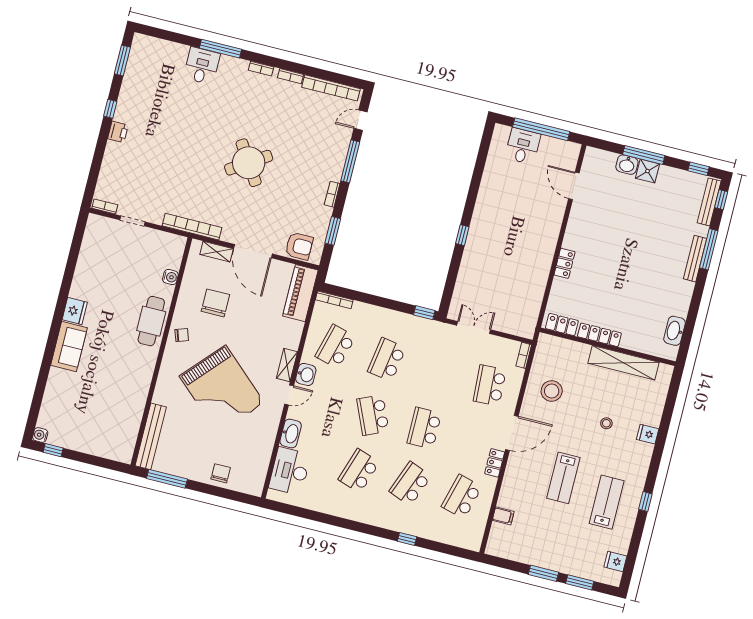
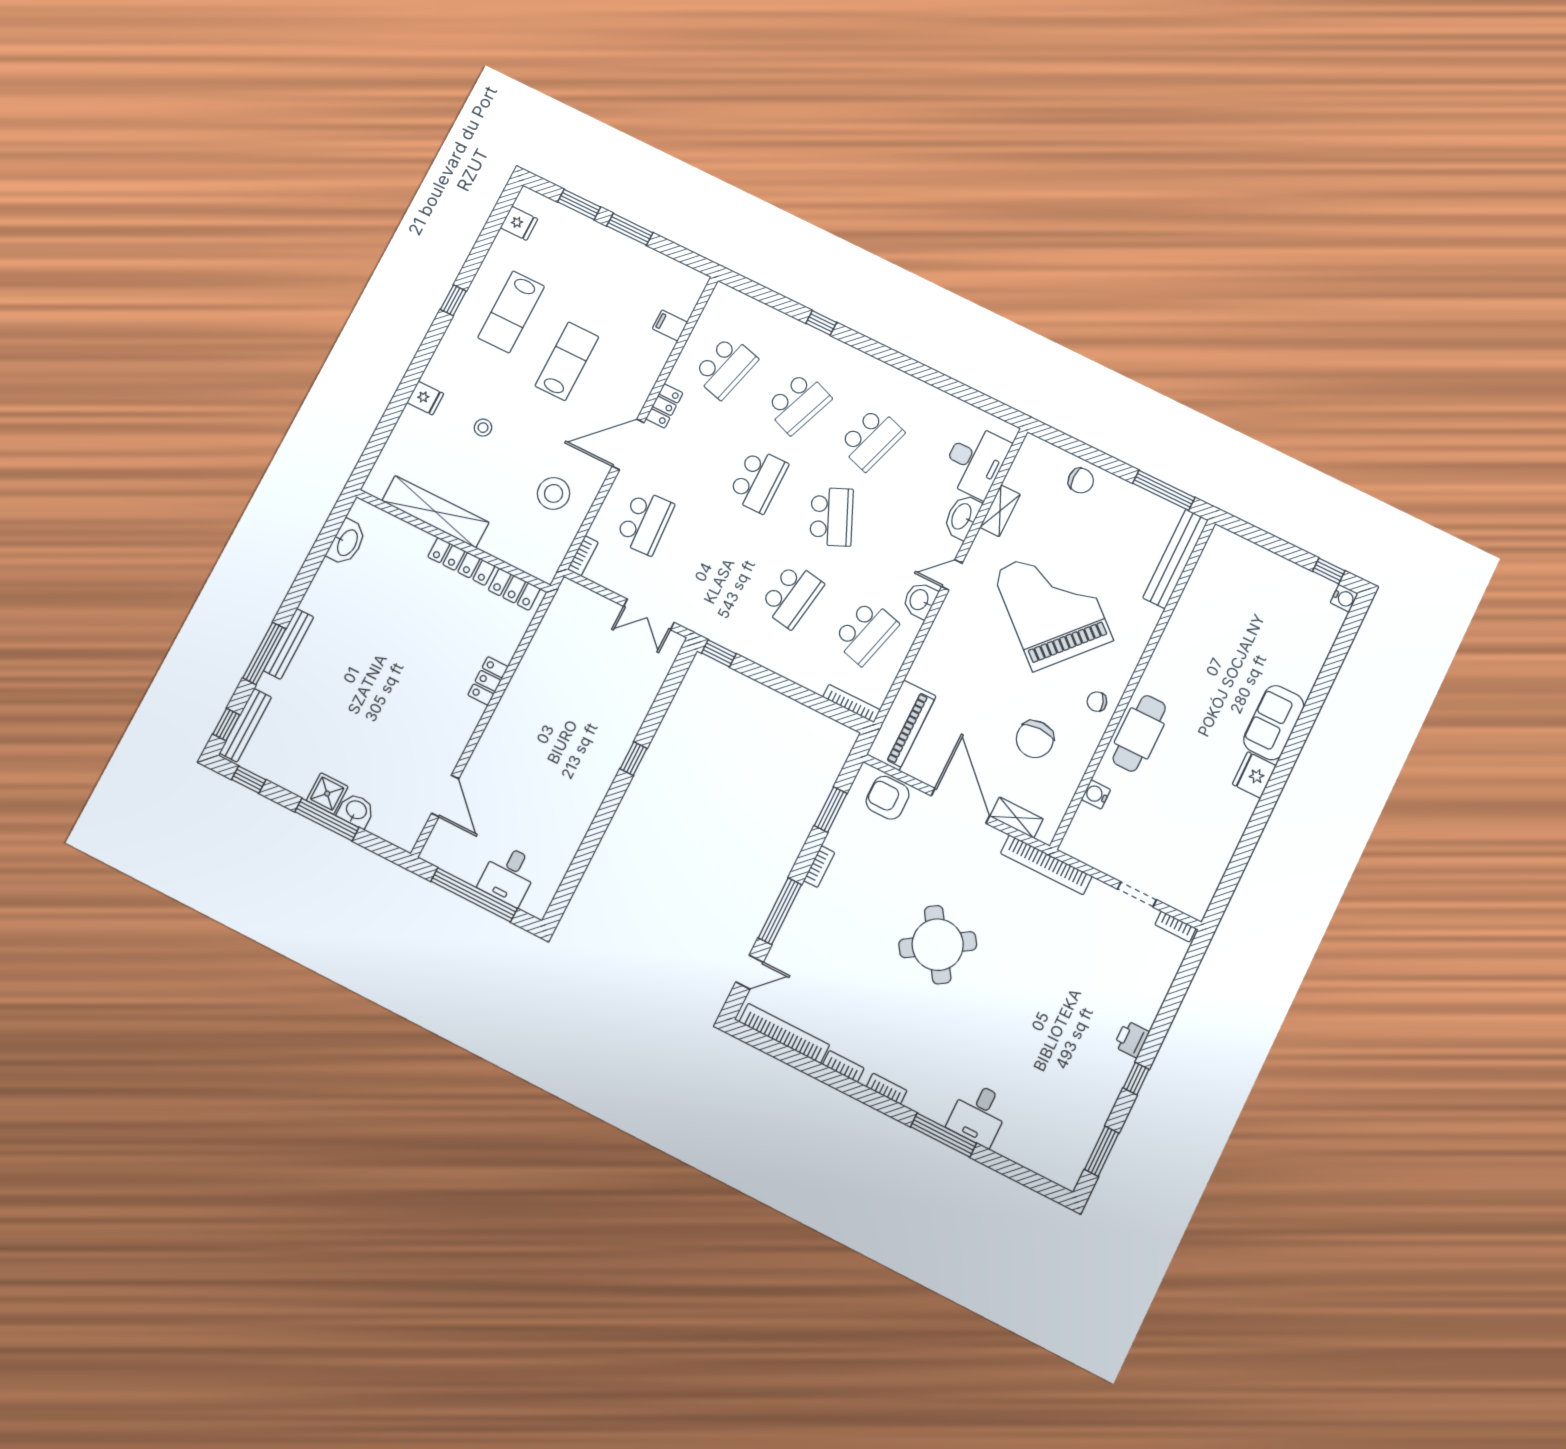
shelving: (287, 365) -> (1000, 511), moved
chair: (221, 473) -> (1081, 481), turned -90

